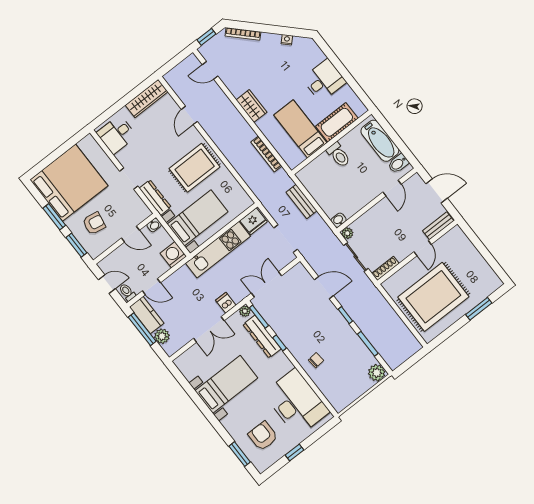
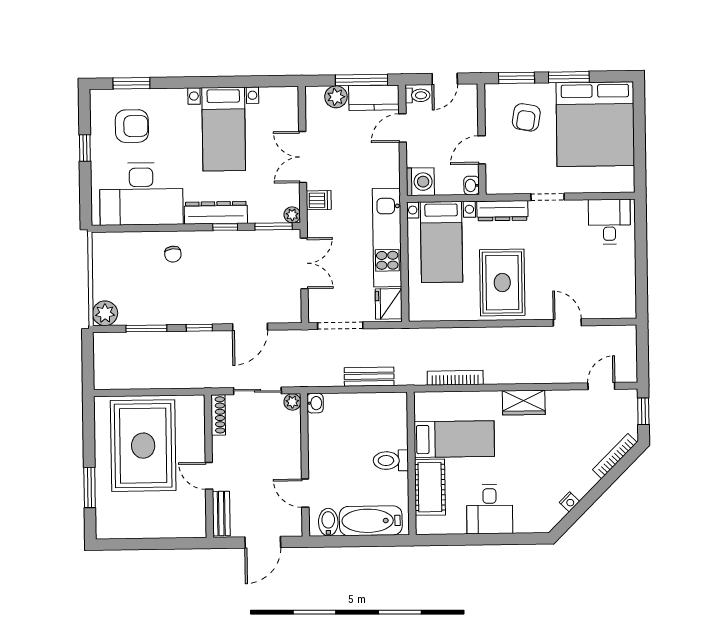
wardrobe: (147, 98) -> (624, 288), removed
dresser: (262, 337) -> (216, 213), moved

